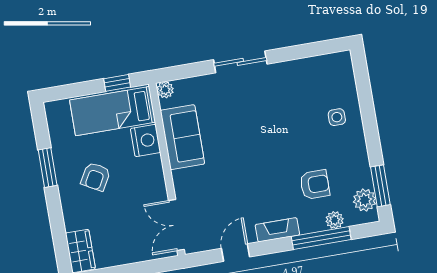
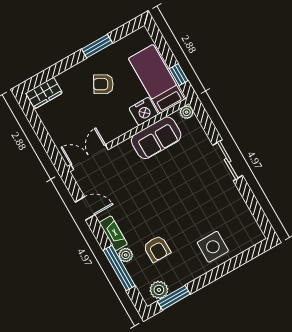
side table: (337, 117) -> (213, 247), width x1.87, depth x1.87
plant: (335, 220) -> (126, 255), moved

